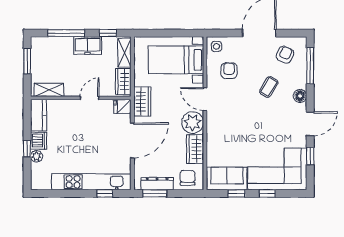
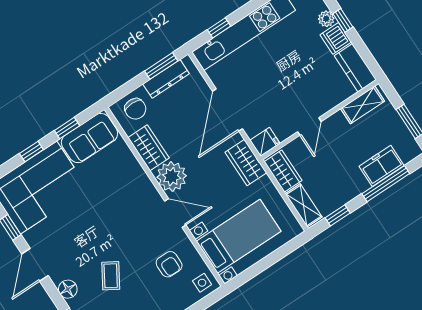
freezer: (88, 45) -> (382, 166), moved

